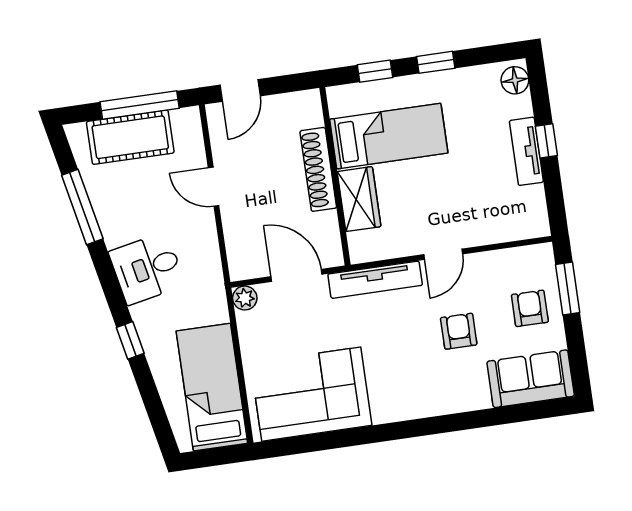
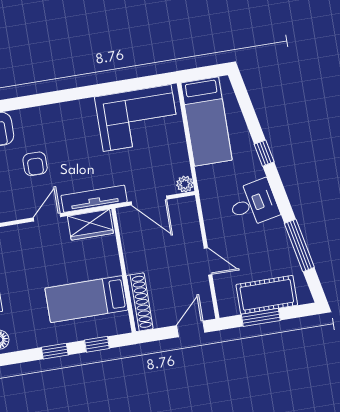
window: (140, 105) -> (261, 317), width x0.69
shoe rack: (318, 169) -> (140, 302), moved
wardrobe: (359, 199) -> (90, 225), moved, turned -90

